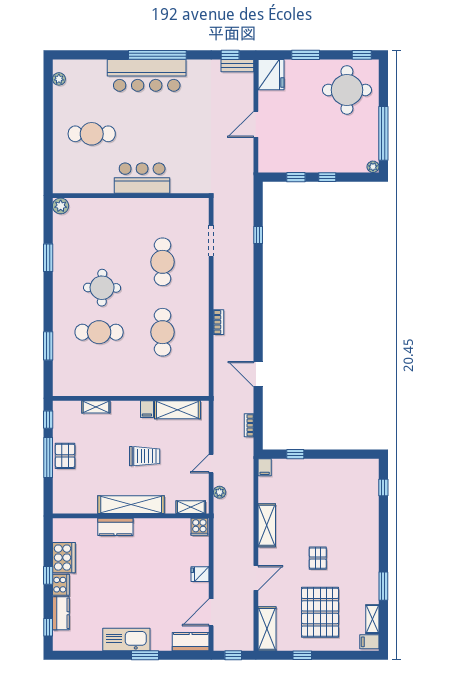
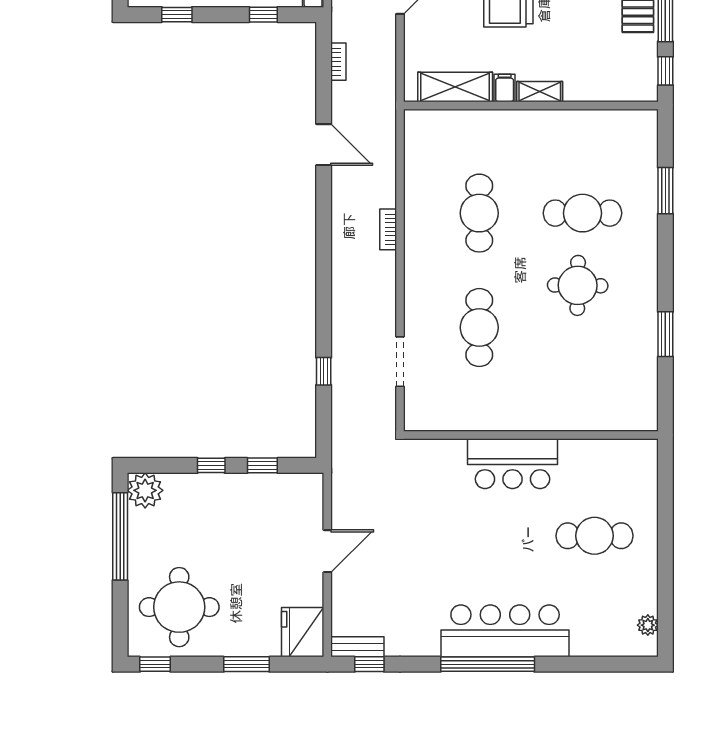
plant: (373, 167) -> (145, 490), width x1.87, depth x1.87
plant: (61, 206) -> (645, 418), removed
shelving: (96, 407) -> (540, 92), moved
window: (348, 454) -> (177, 15), added

